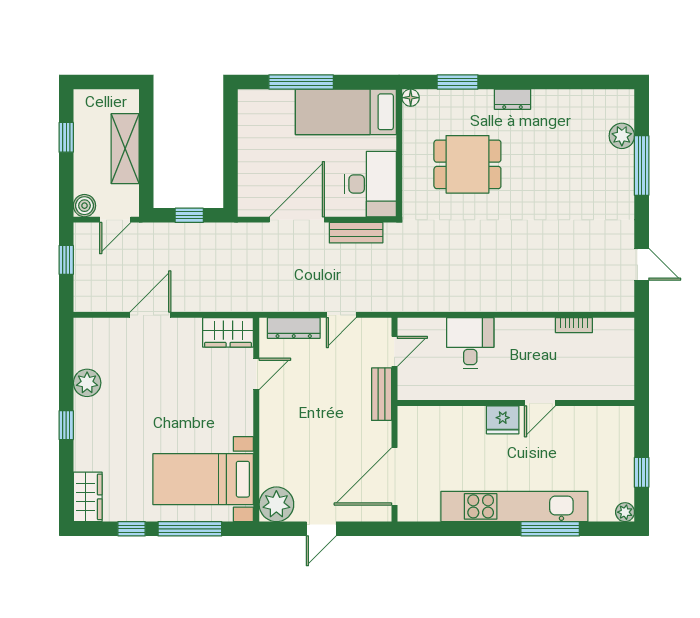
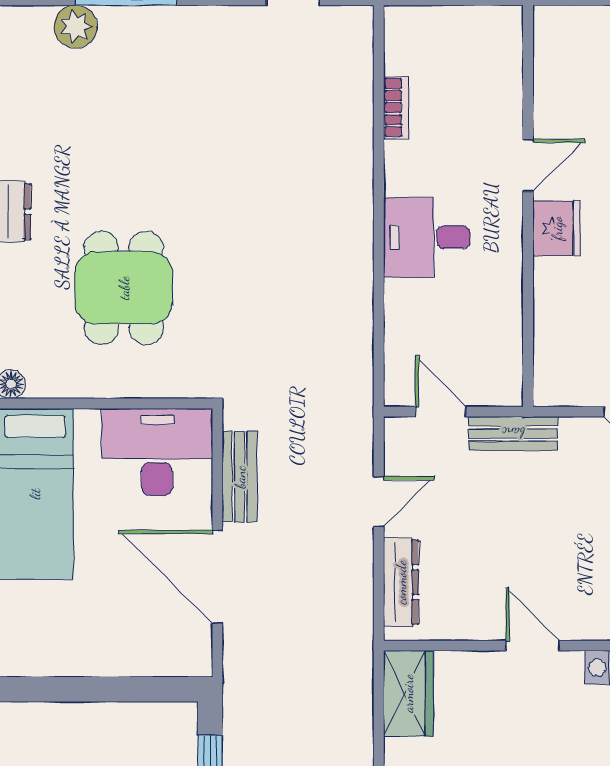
door: (341, 315) -> (379, 502), hinge flipped
desk: (470, 343) -> (427, 237), moved
door: (256, 374) -> (532, 646), moved
door: (540, 403) -> (528, 165), hinge flipped

